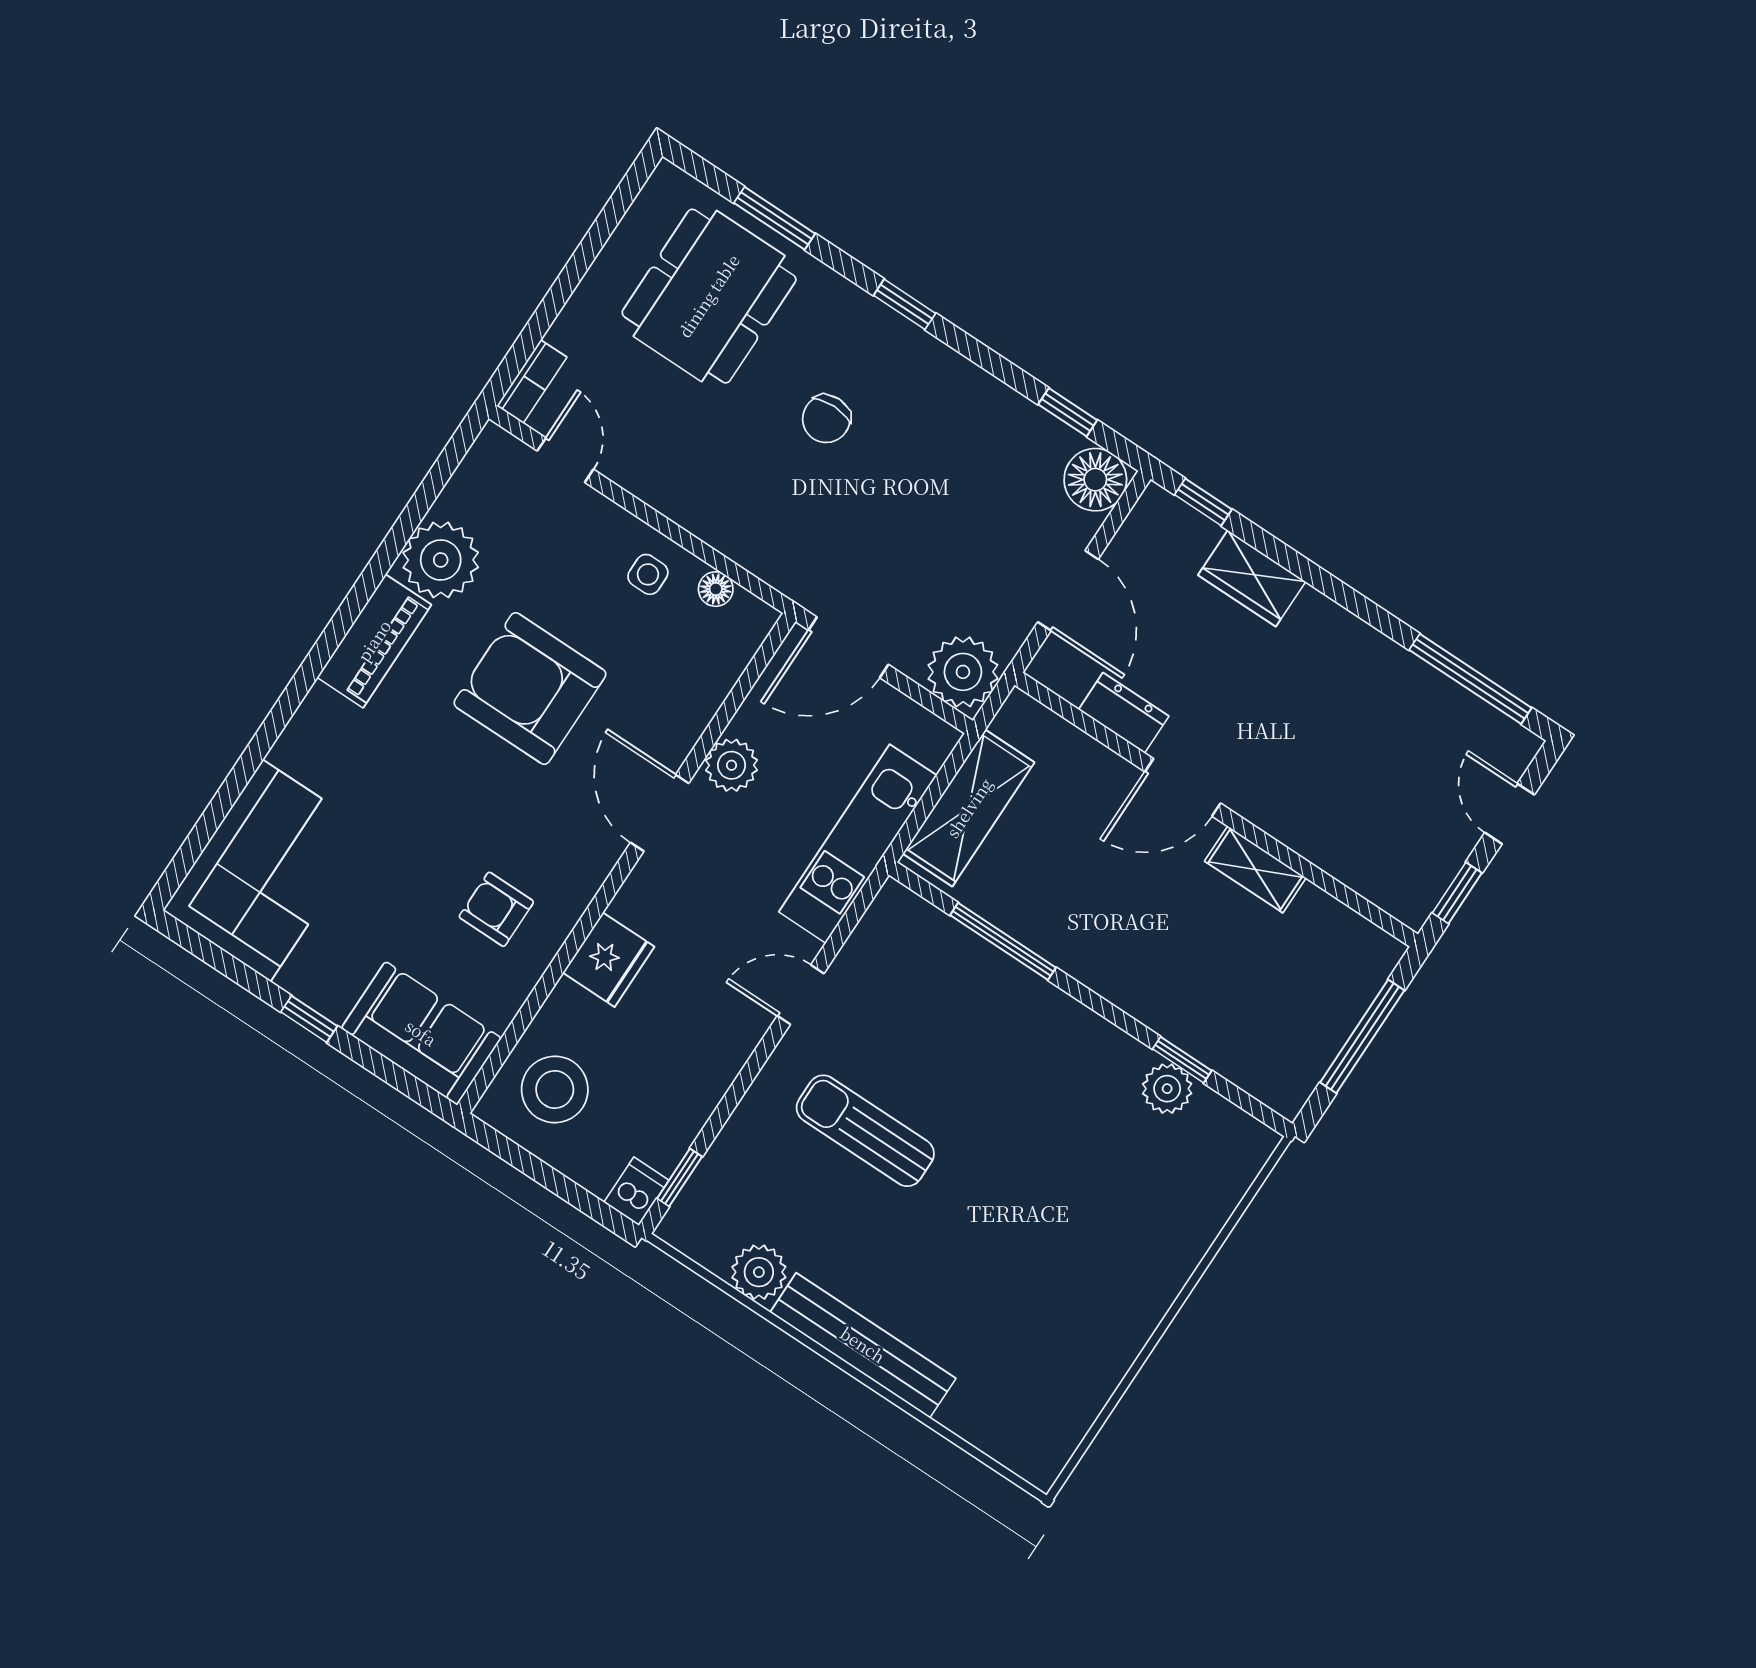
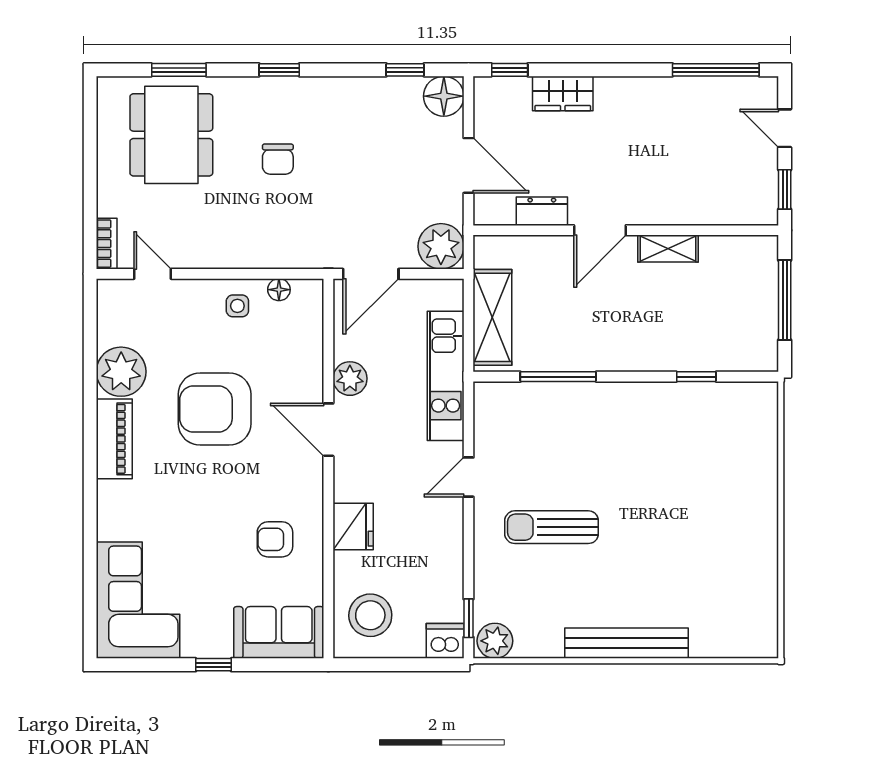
plant: (1167, 1089) -> (699, 397), removed
dishwasher: (636, 1191) -> (445, 641), width x1.38
plant: (759, 1272) -> (495, 641), moved

